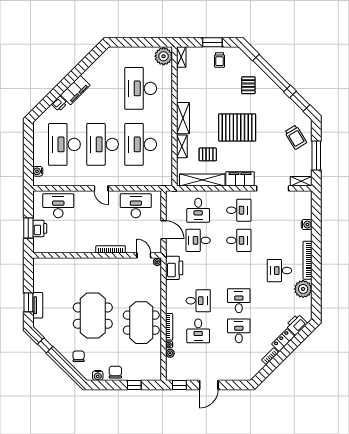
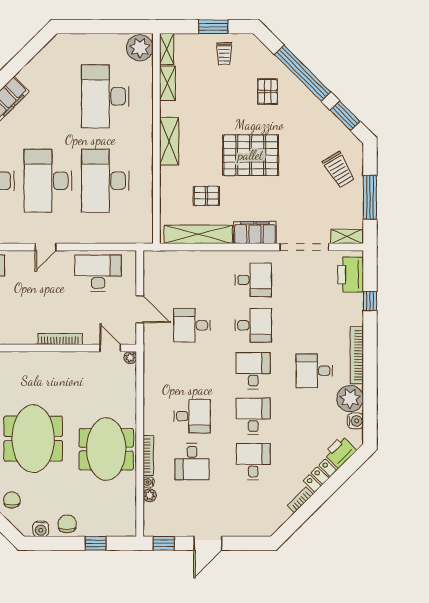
shelving: (182, 146) -> (167, 83), moved
door: (101, 188) -> (46, 247), hinge flipped
desk: (198, 210) -> (253, 371), moved, turned 180
window: (316, 224) -> (370, 301), added
water cooler: (307, 225) -> (355, 421), moved
printer: (174, 268) -> (351, 275), moved, turned 180

